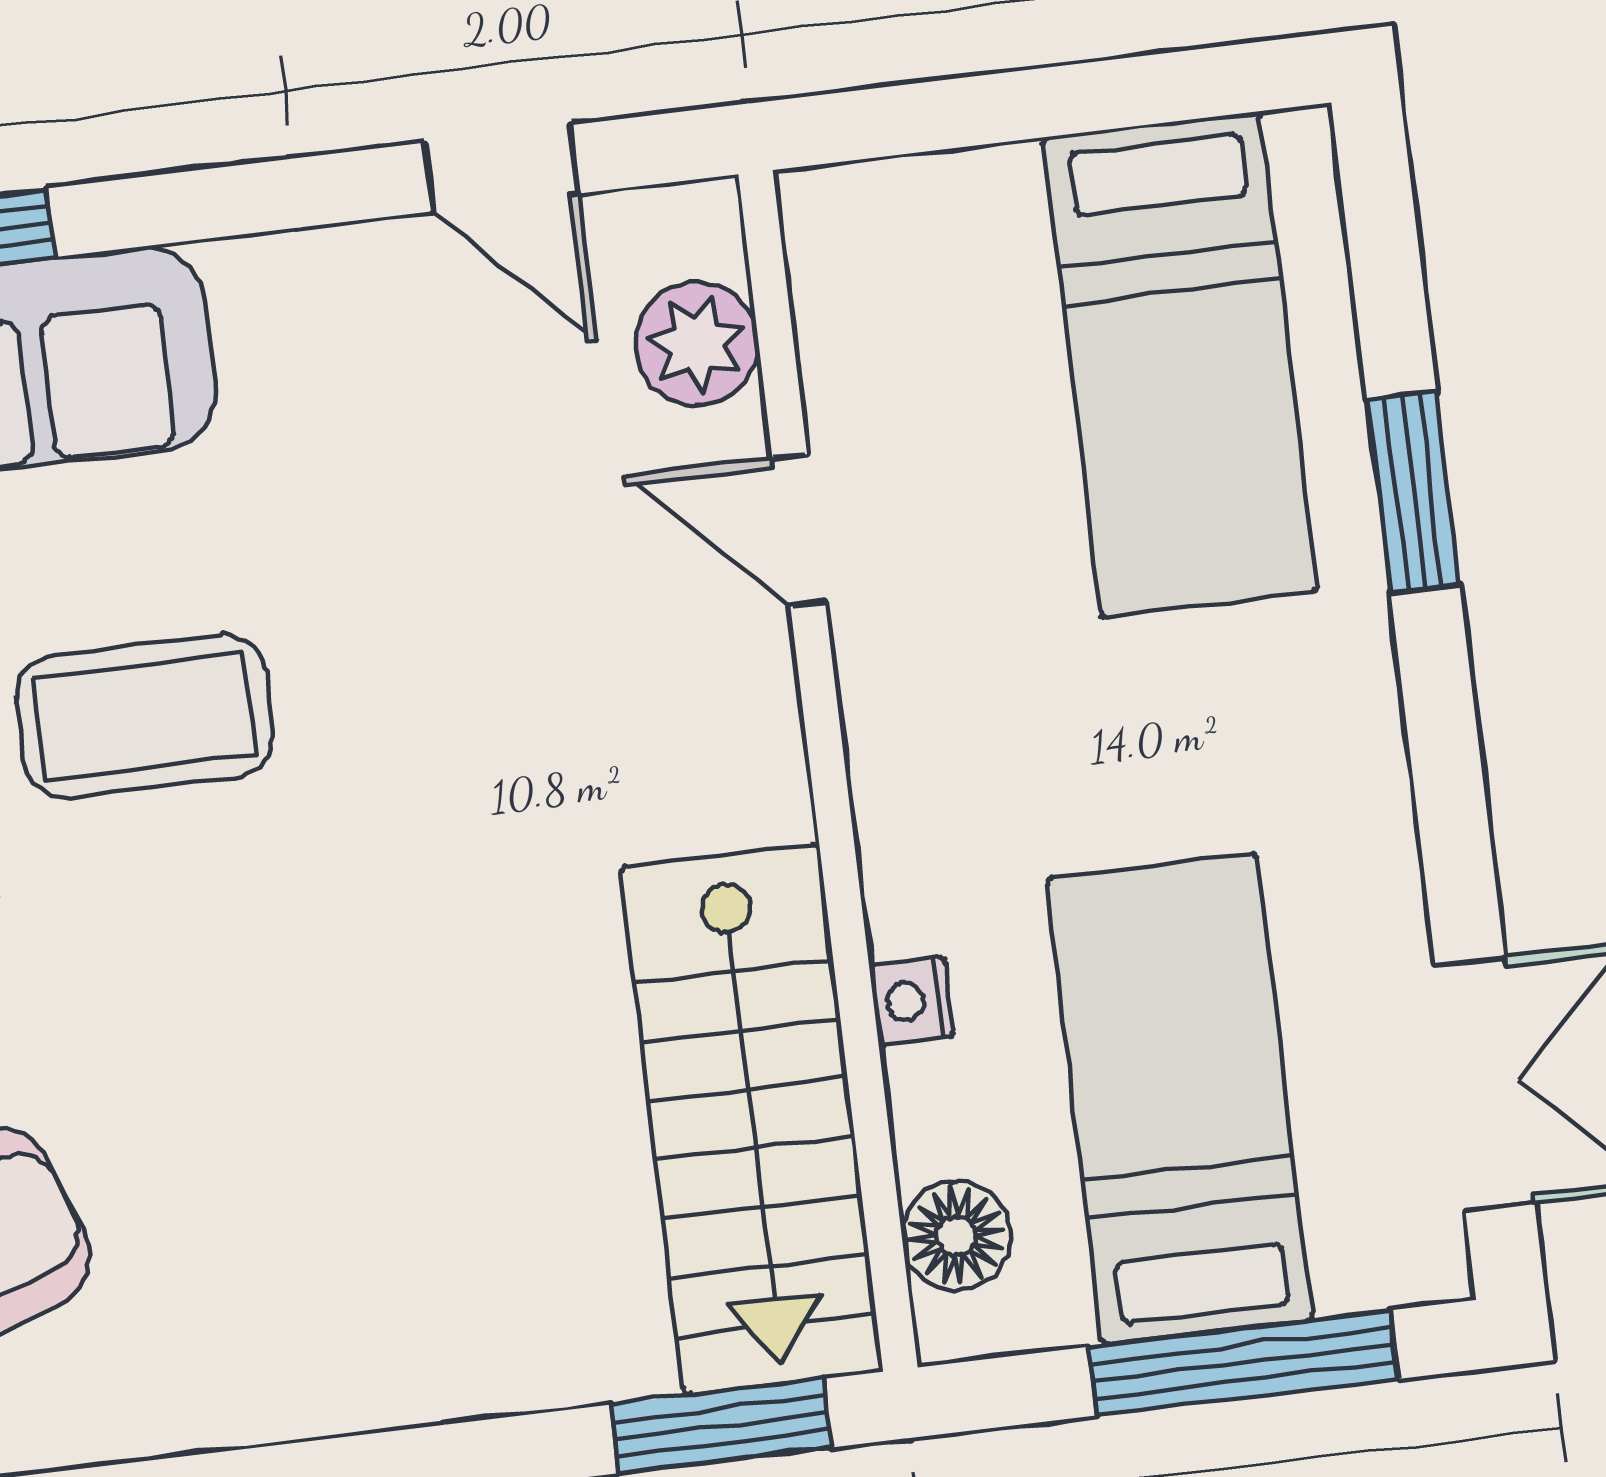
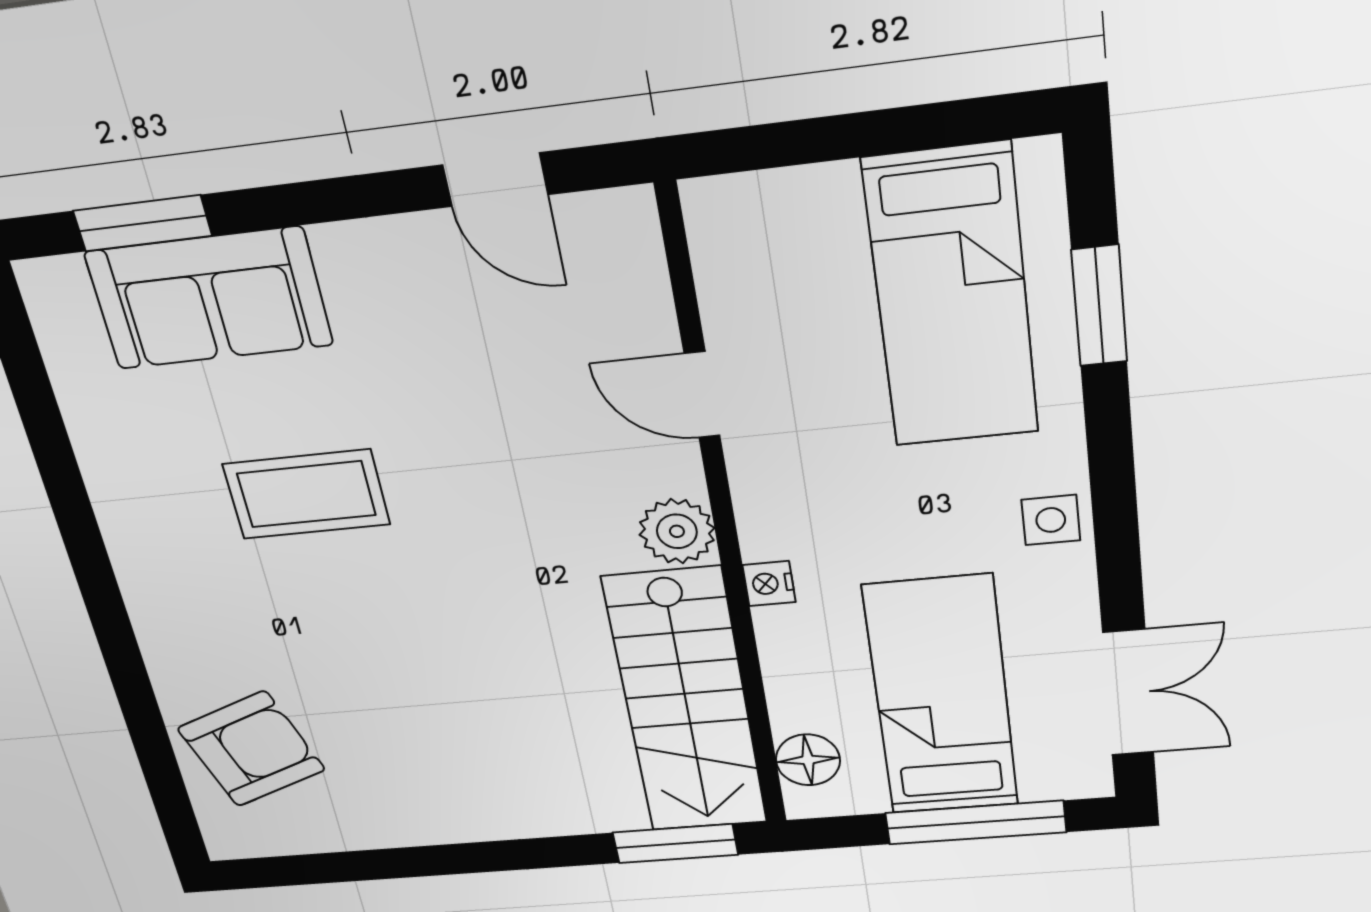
plant: (697, 344) -> (677, 531), moved
window: (1413, 492) -> (1099, 306), moved
side table: (1344, 753) -> (1051, 520), added
nightstand: (912, 1001) -> (769, 583), moved

